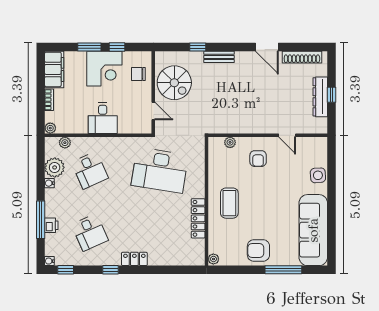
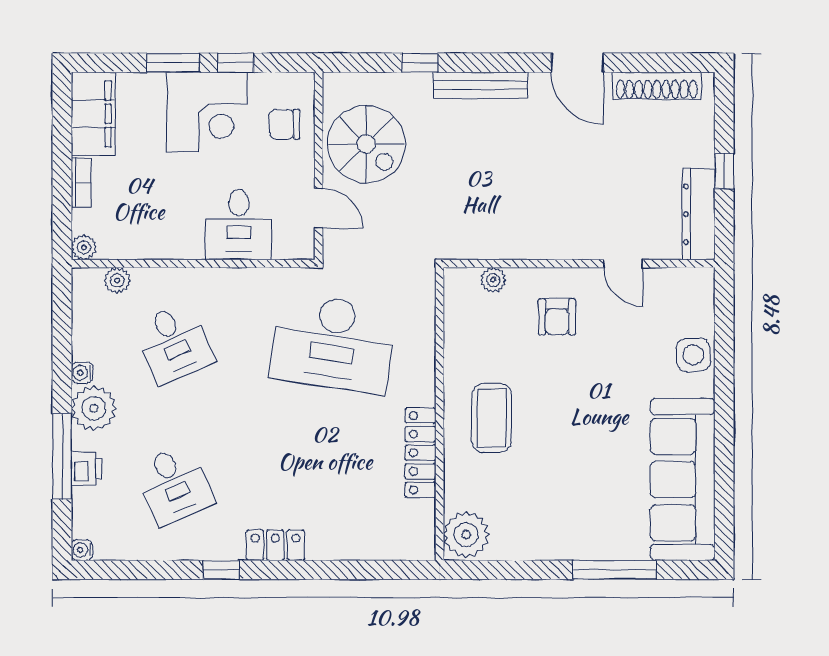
bench: (219, 57) -> (481, 85), width x1.36
dresser: (320, 97) -> (699, 214), moved
desk: (103, 118) -> (239, 225), moved
plant: (55, 167) -> (94, 408), moved
armchair: (258, 250) -> (558, 526), removed
plant: (213, 259) -> (466, 535), width x1.88, depth x1.88
window: (66, 270) -> (119, 570), removed

